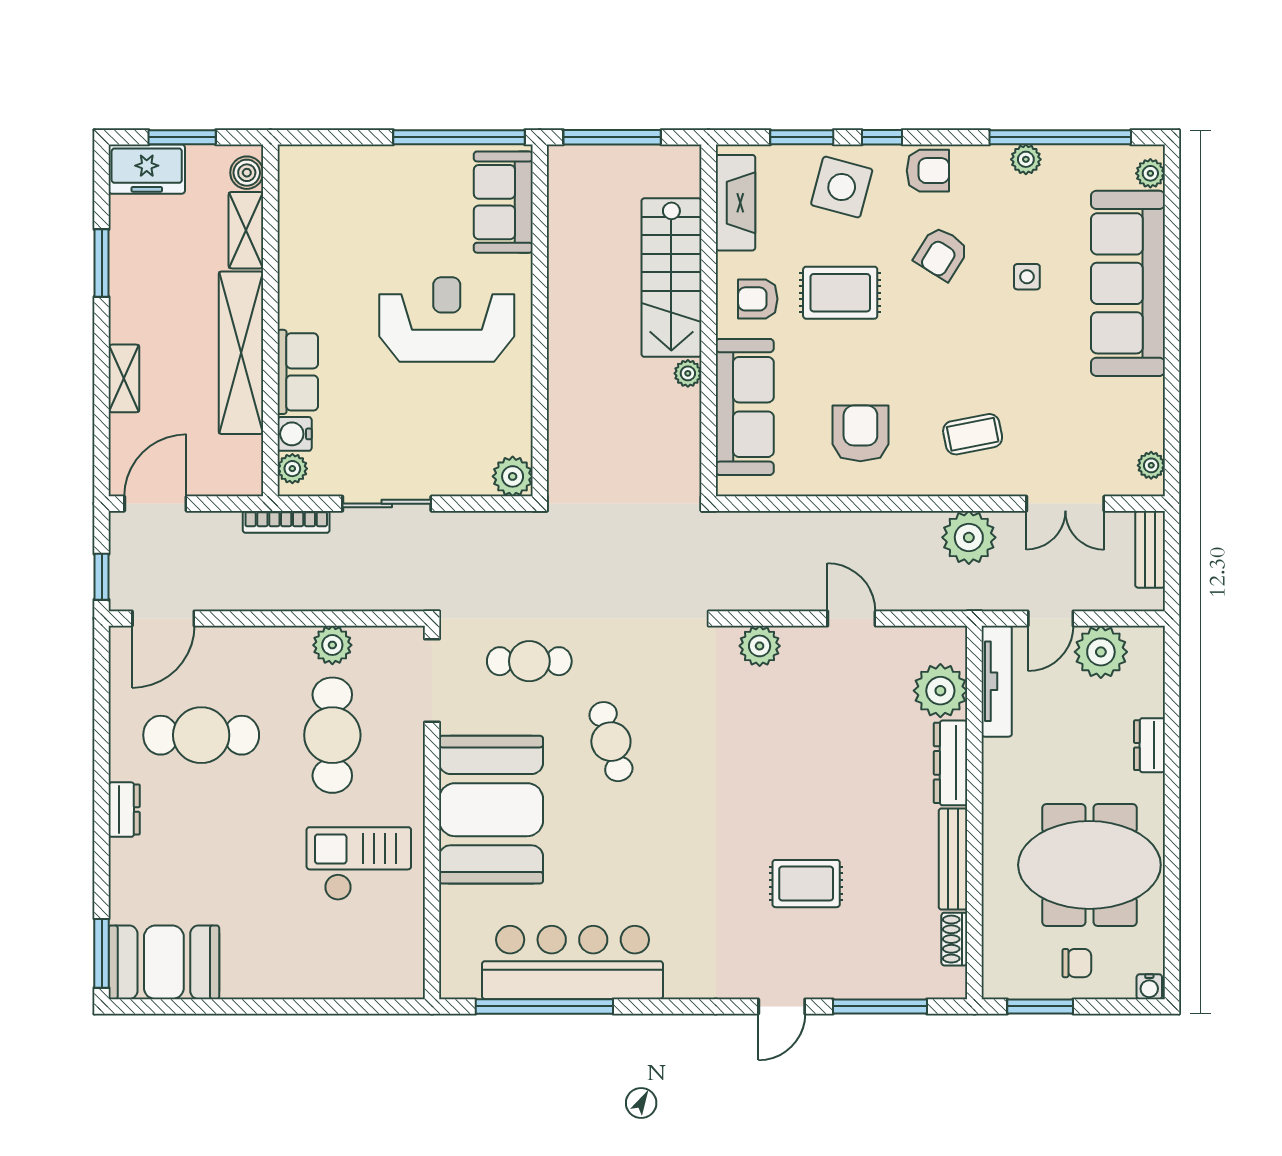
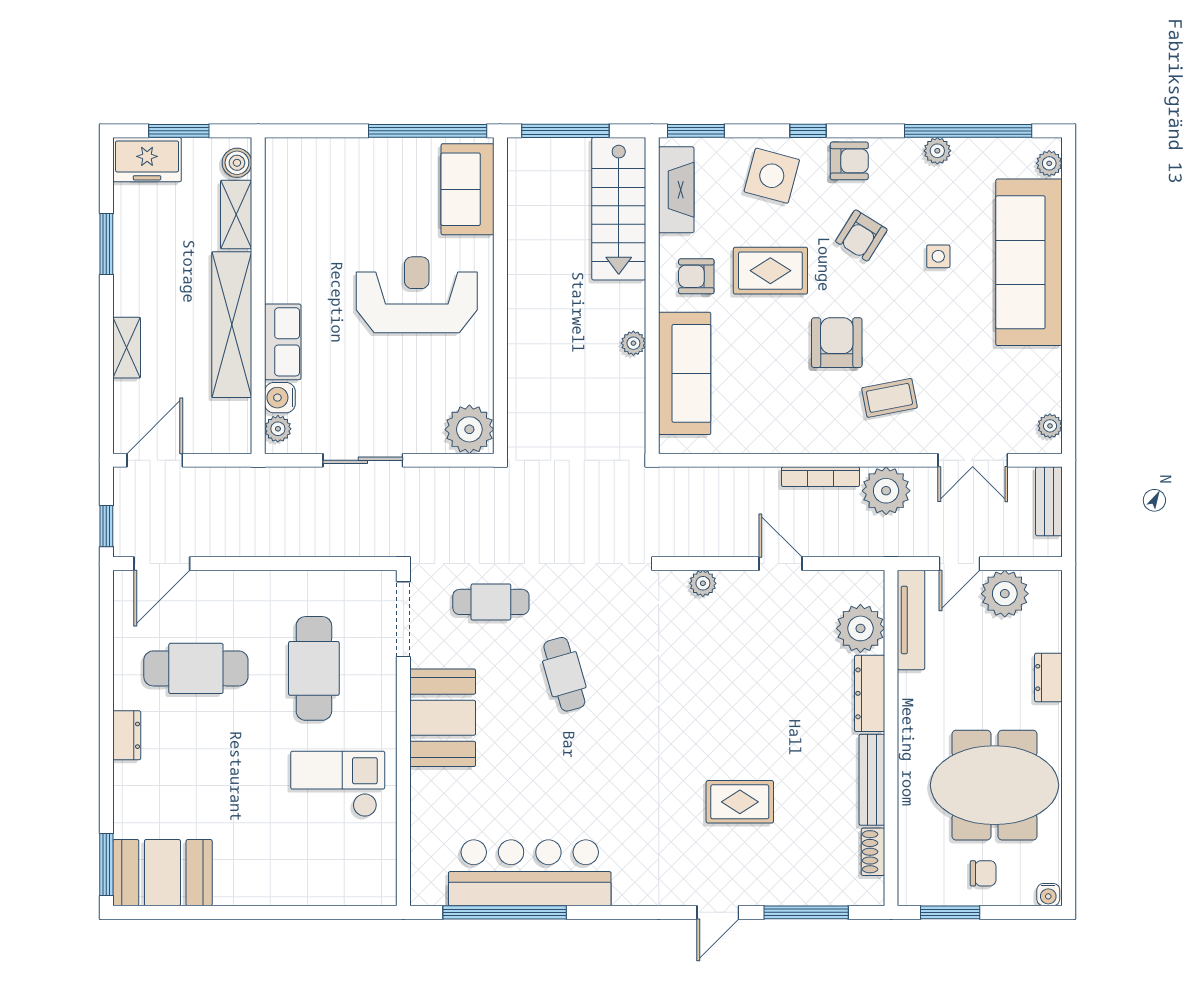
window: (802, 137) -> (696, 131), moved
stairs: (671, 278) -> (619, 209), moved
armchair: (860, 433) -> (837, 343), moved
plant: (513, 476) -> (469, 429), width x1.36, depth x1.36
bookcase: (286, 522) -> (821, 477), moved
plant: (332, 645) -> (314, 587), removed
plant: (760, 646) -> (703, 583), width x0.73, depth x0.73
booth: (491, 810) -> (443, 718), width x0.73, depth x0.70

